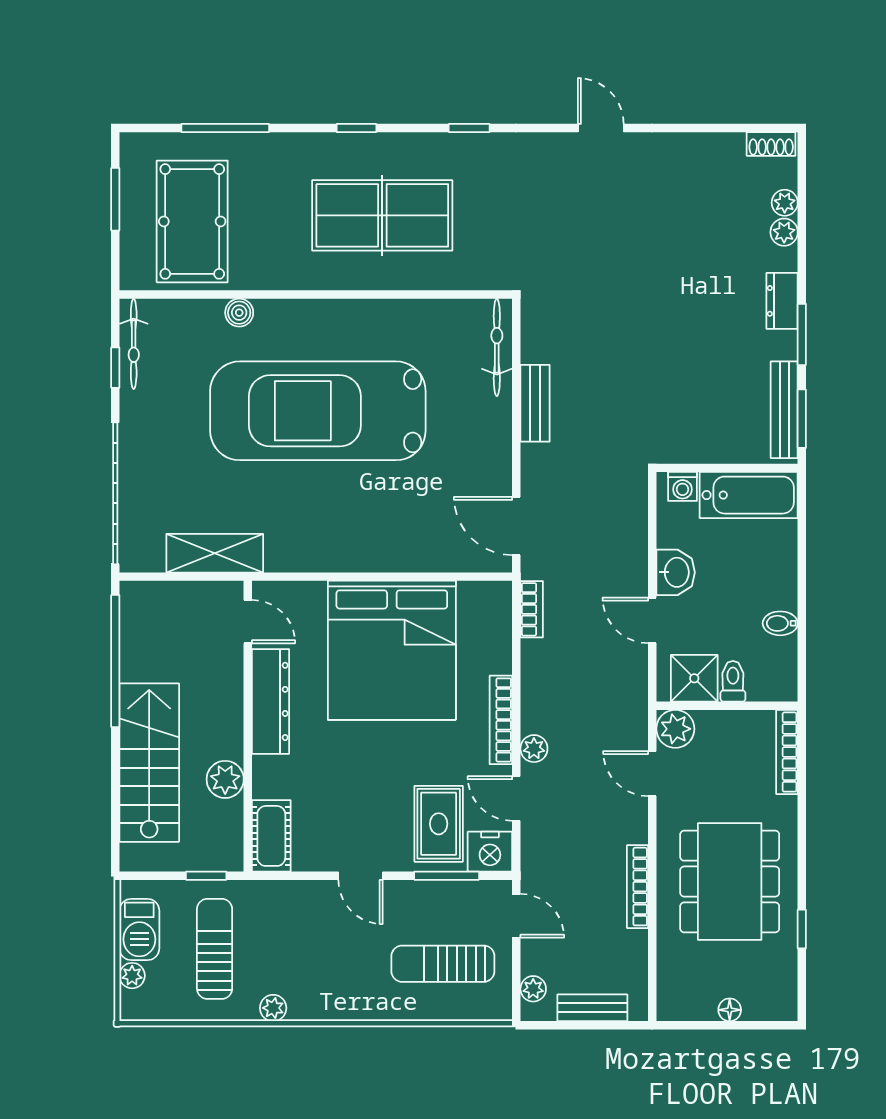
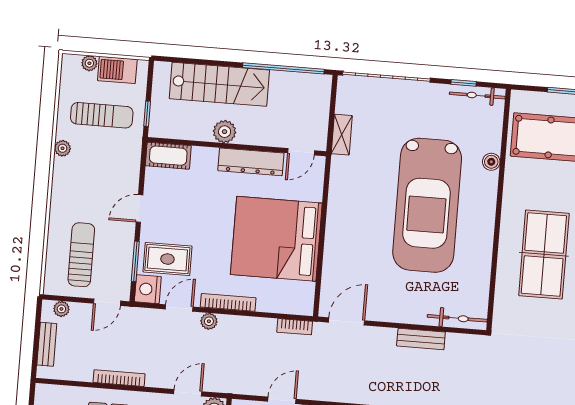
car: (318, 411) -> (427, 205), turned 180
shelving: (215, 553) -> (342, 135), width x0.67, depth x0.75
plant: (225, 779) -> (225, 132), moved

